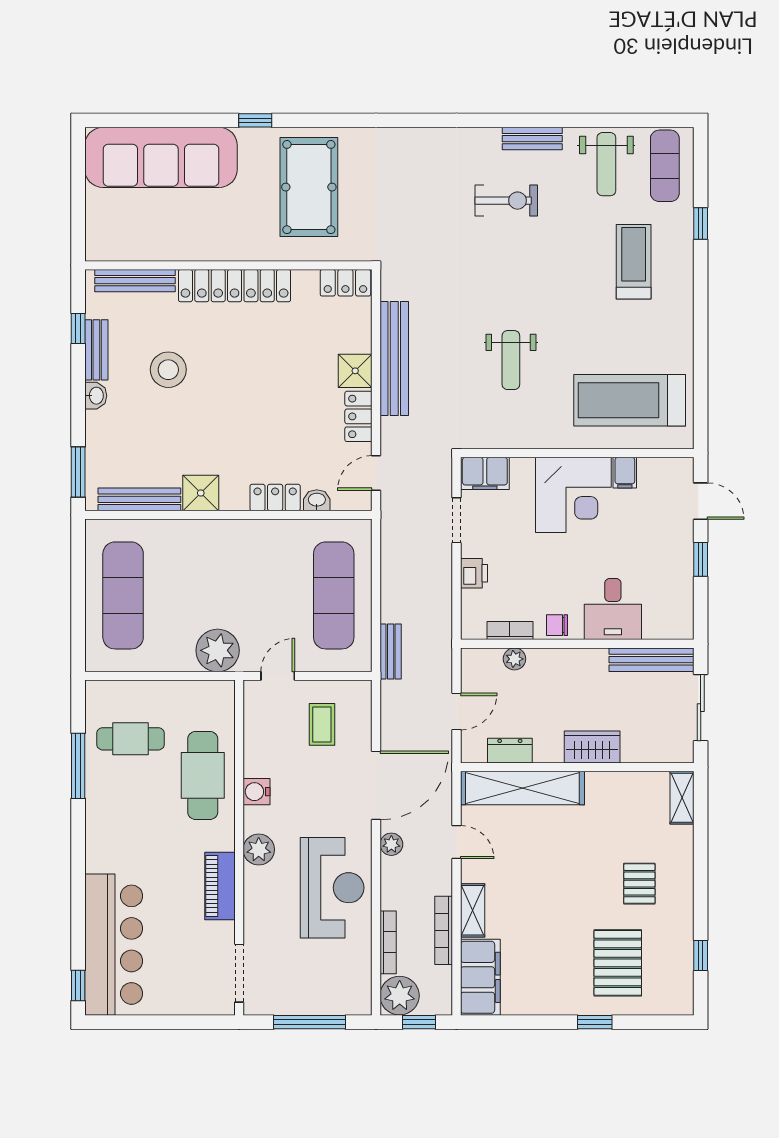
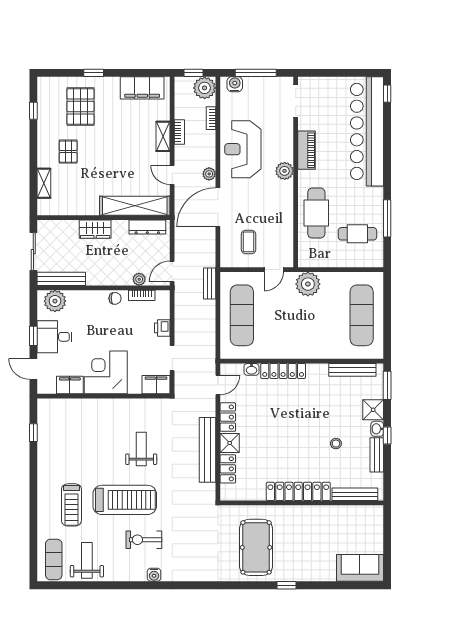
water cooler: (488, 139) -> (154, 575), added
bench: (532, 139) -> (129, 575), removed
sofa: (161, 157) -> (360, 568), width x0.54, depth x0.79
window: (701, 223) -> (33, 433), moved
locker: (345, 283) -> (228, 469), moved, turned 90
window: (78, 328) -> (387, 435), moved
stool: (168, 370) -> (336, 444), width x0.53, depth x0.53
treadmill: (630, 400) -> (125, 500), moved
filing cabinet: (625, 473) -> (70, 385), width x2.00
shower: (201, 493) -> (373, 410), moved
locker: (275, 498) -> (283, 371), width x1.53
desk: (613, 609) -> (55, 337), moved, turned -90
plant: (663, 620) -> (55, 301), added
door: (457, 711) -> (172, 271), moved
dresser: (510, 751) -> (147, 227), width x1.44
water cooler: (257, 792) -> (235, 84), moved, turned -90
shelving: (682, 798) -> (44, 183), moved
bookcase: (444, 930) -> (179, 132), width x0.64
bookcase: (388, 942) -> (211, 118), width x0.64
bar counter: (114, 945) -> (367, 131), width x1.36
filing cabinet: (480, 977) -> (142, 88), moved, turned -90

